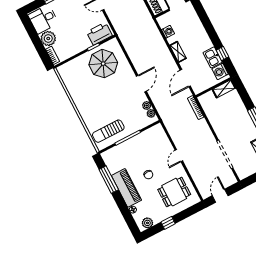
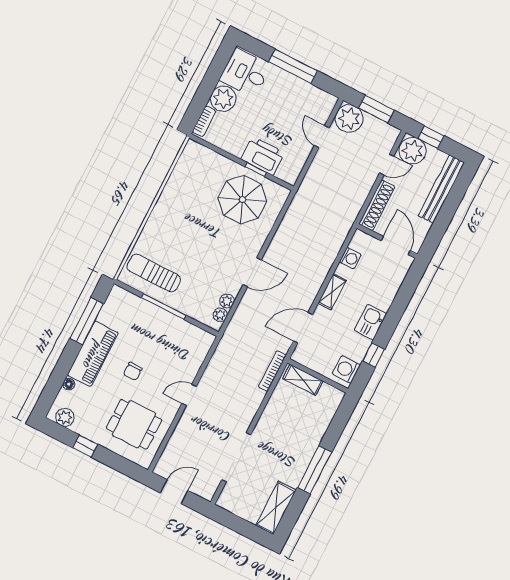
printer: (99, 34) -> (263, 156), moved
kitchen sink: (213, 57) -> (370, 322), moved
shelving: (224, 89) -> (303, 380), moved

